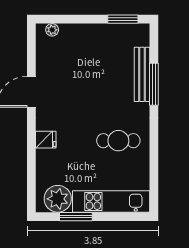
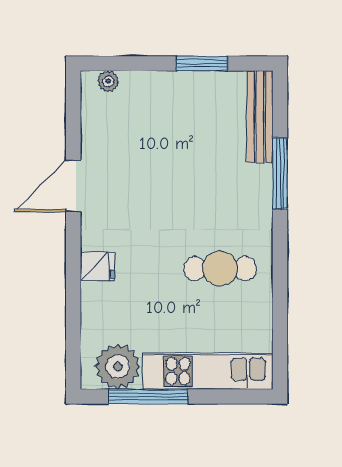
window: (123, 19) -> (202, 64), moved
bench: (142, 74) -> (260, 117), moved
window: (76, 217) -> (148, 397), width x1.44

